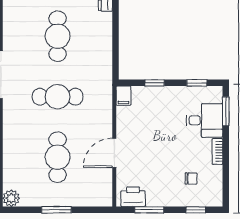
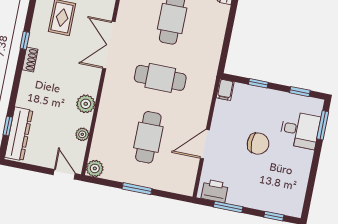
bookcase: (217, 151) -> (307, 163), removed
chair: (191, 178) -> (258, 144), moved, width x1.87, depth x1.87

